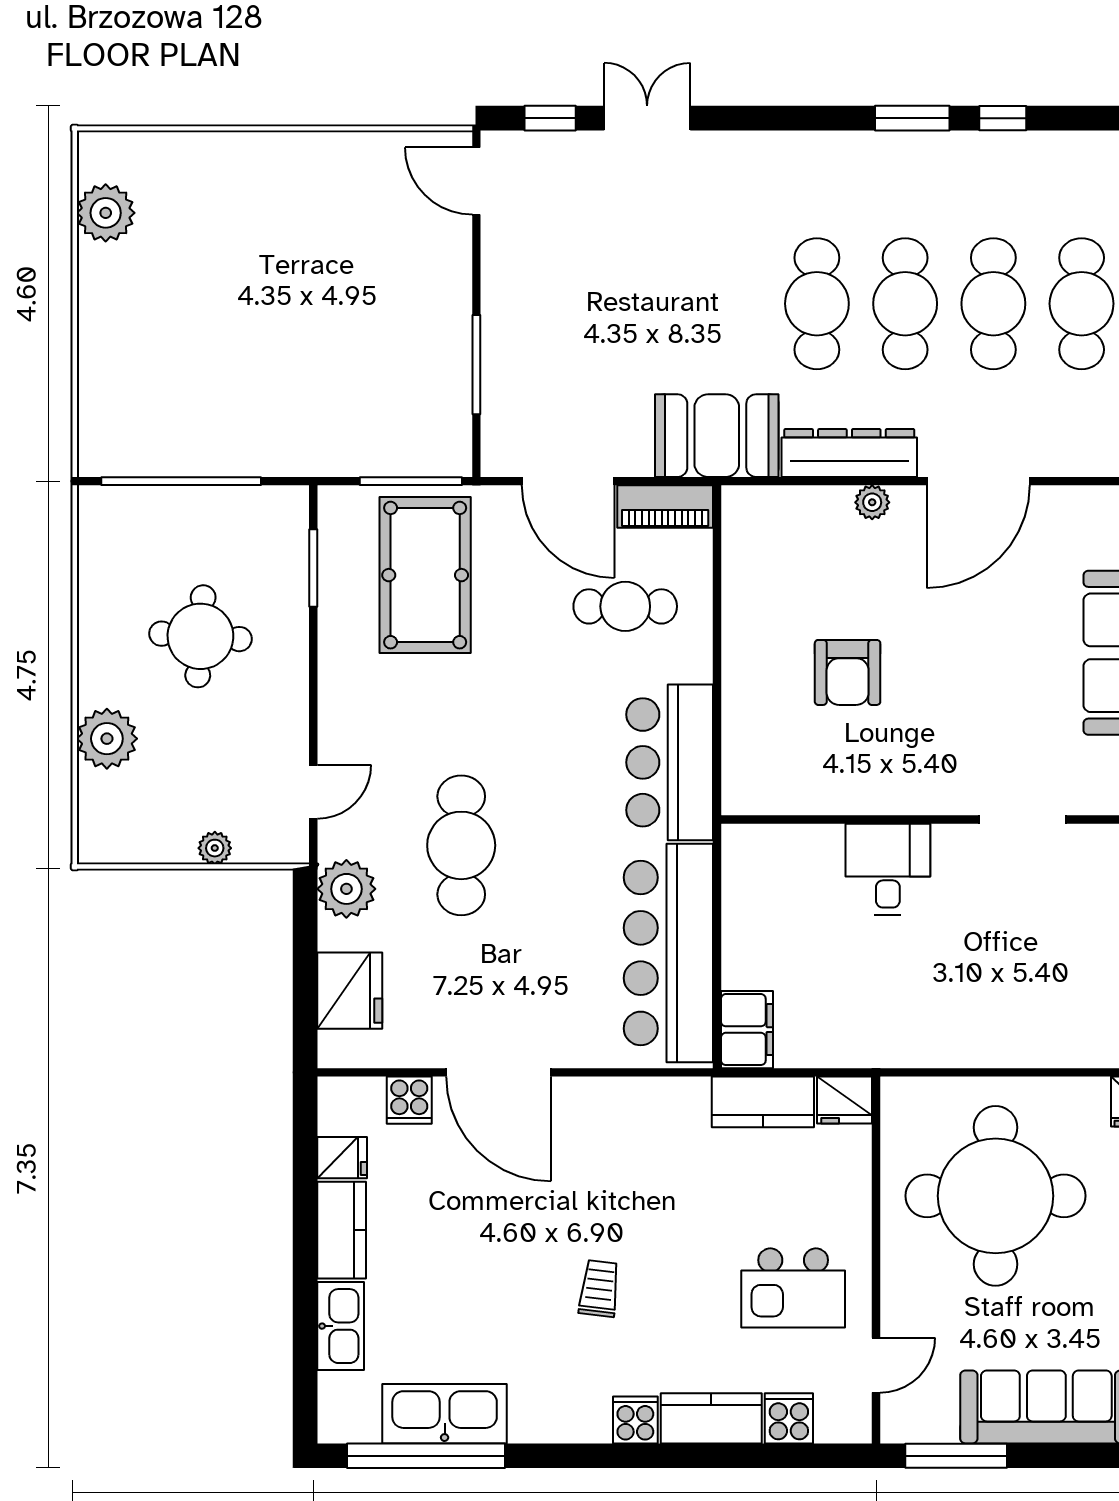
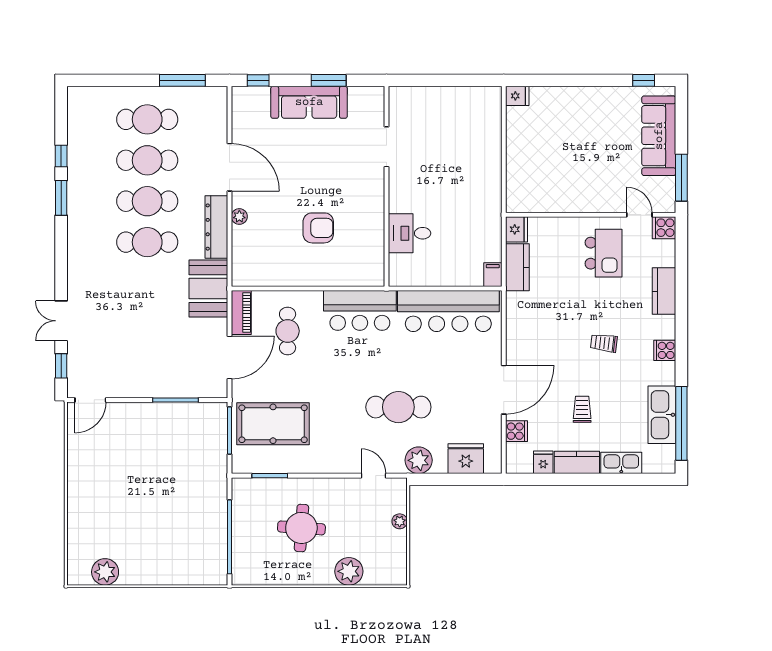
desk: (888, 869) -> (409, 233), moved
filing cabinet: (747, 1030) -> (493, 275), width x0.50
round table: (996, 1196) -> (561, 159), removed
trolley: (456, 1242) -> (582, 409), added
cooker: (789, 1418) -> (664, 228), moved
cooker: (635, 1420) -> (665, 350), moved

